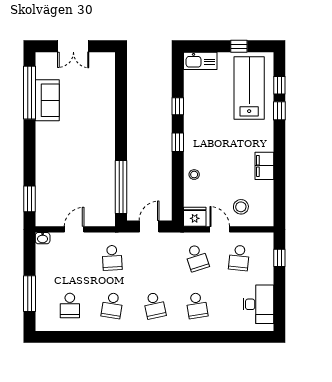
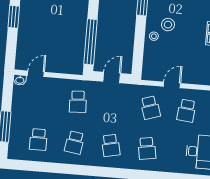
window: (30, 199) -> (14, 17), moved
stool: (241, 207) -> (168, 25), moved
fridge: (195, 217) -> (151, 72), removed
door: (74, 229) -> (36, 74), moved
door: (220, 229) -> (172, 85), hinge flipped

